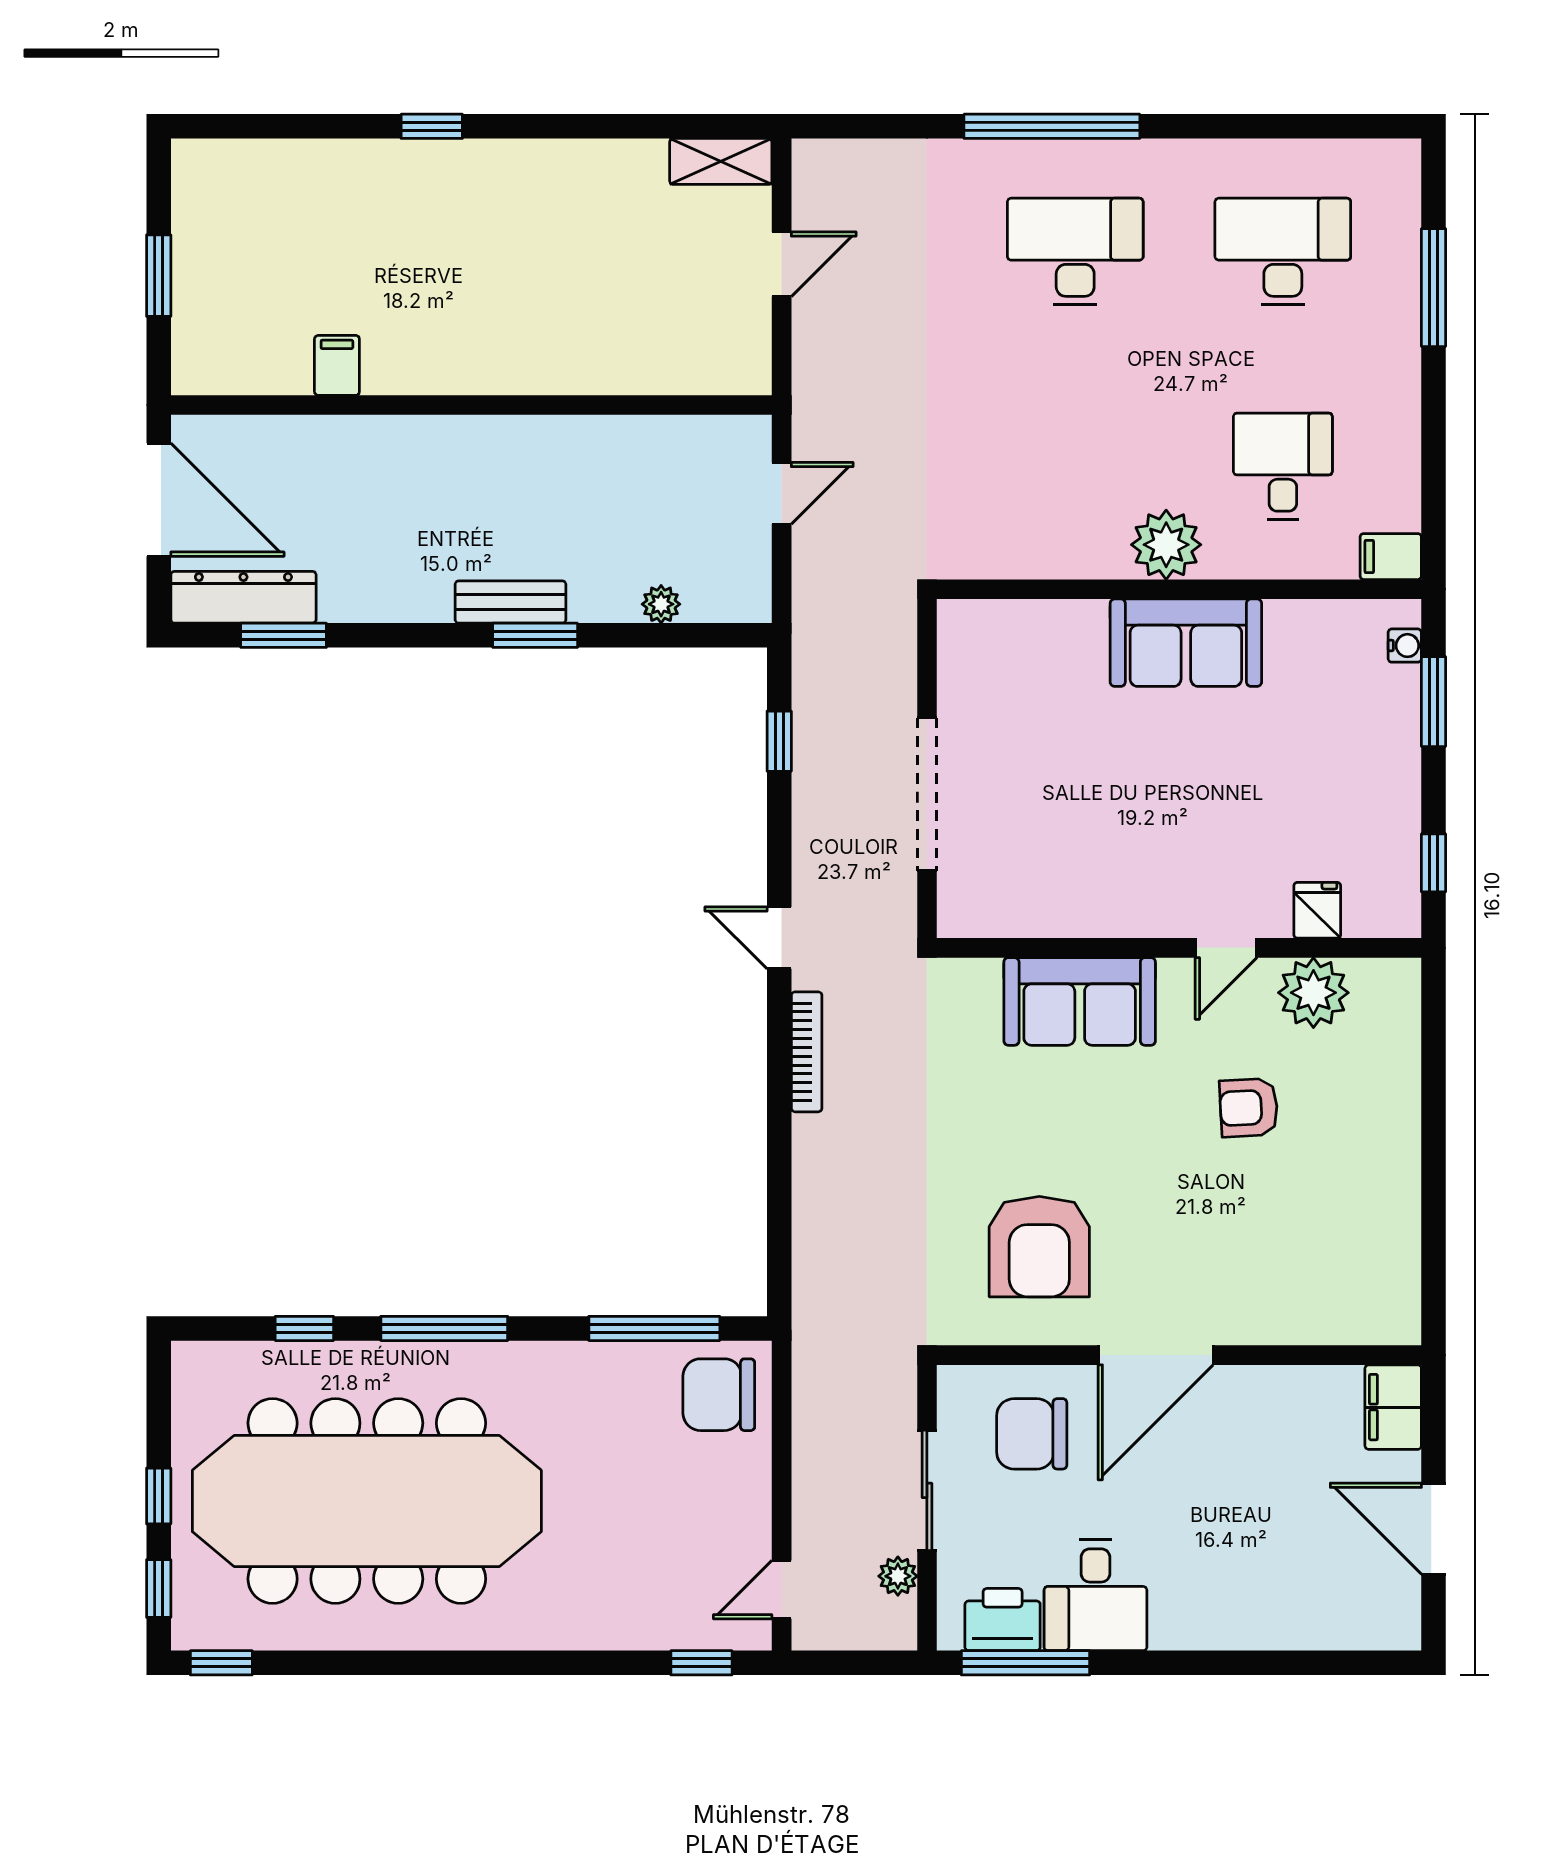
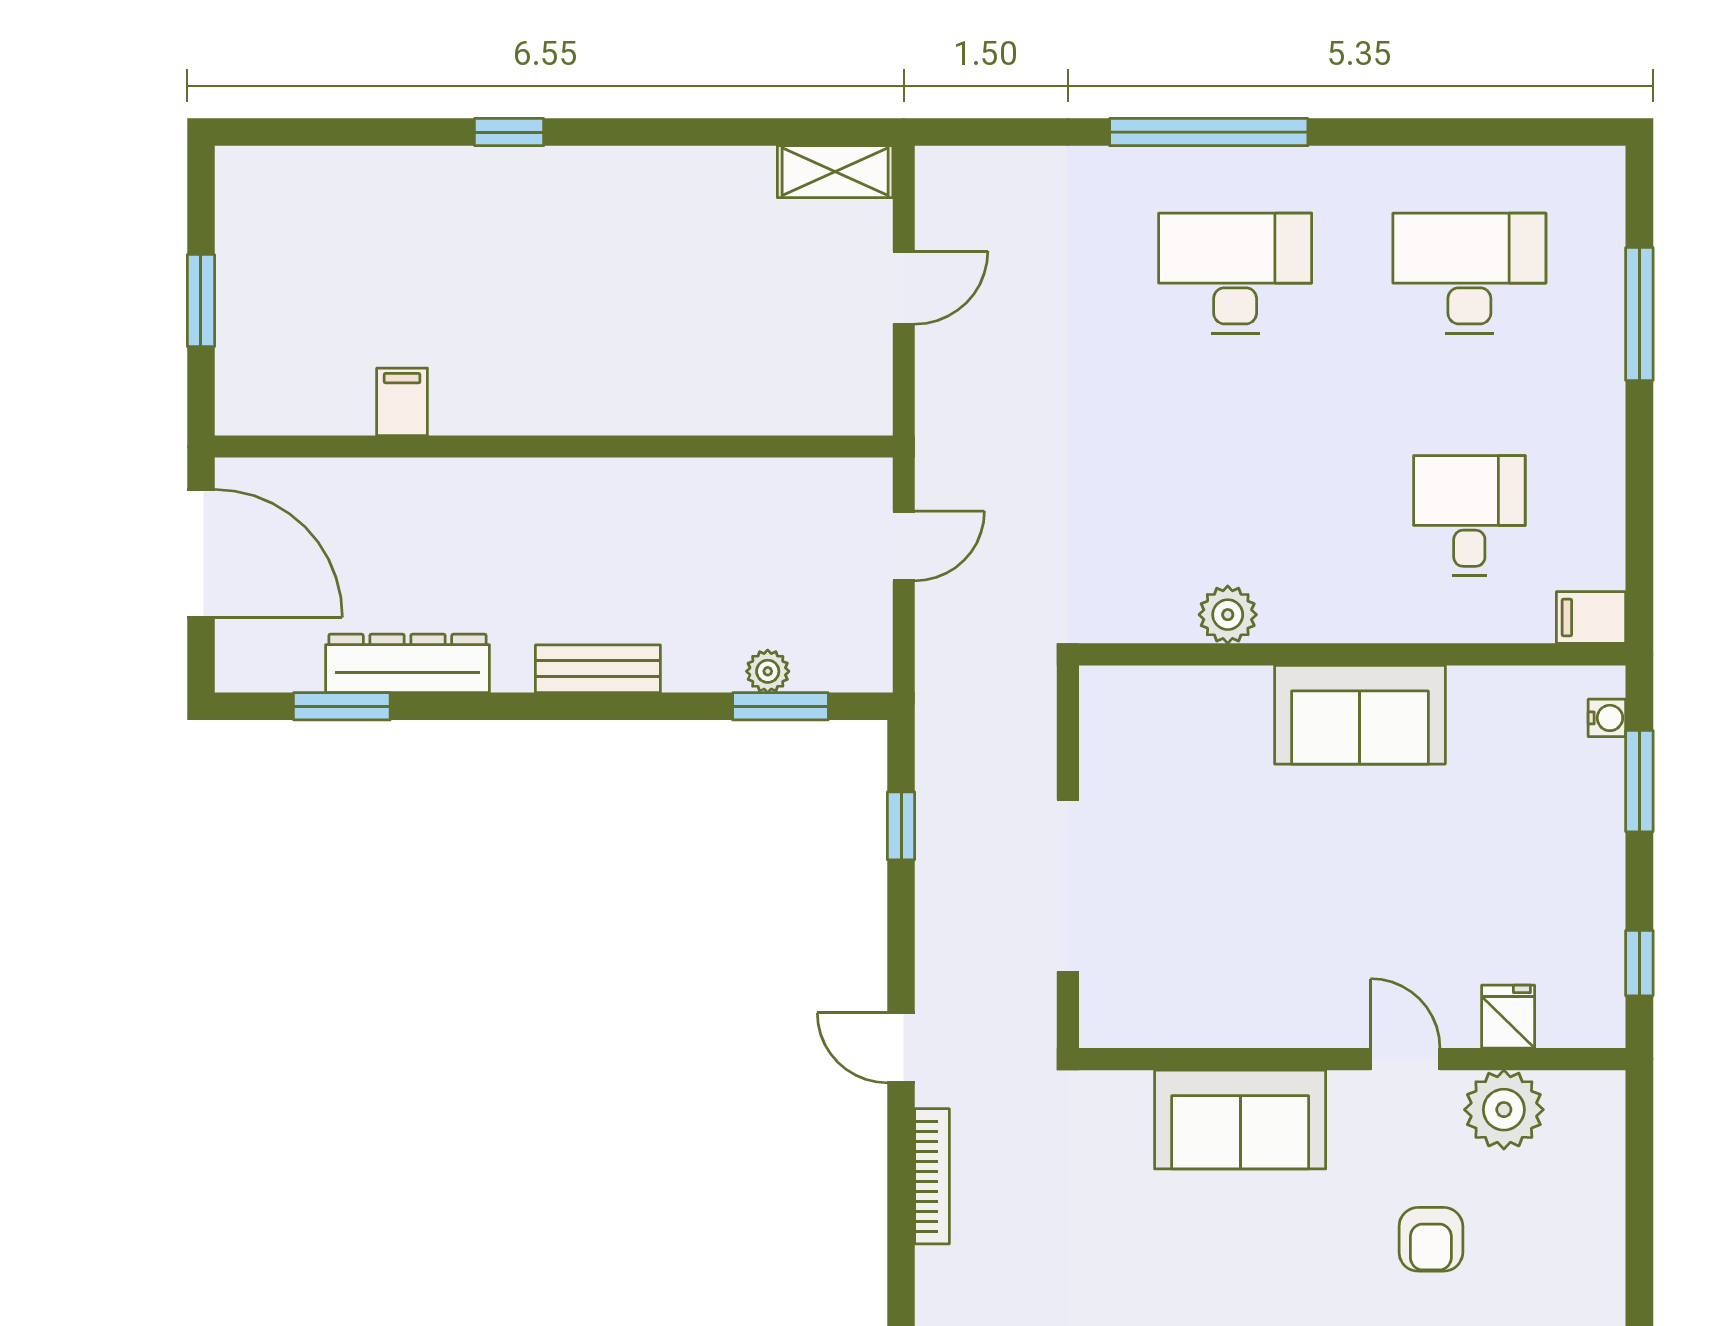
plant: (1166, 545) -> (1228, 615), moved, width x0.73, depth x0.73
dresser: (243, 597) -> (407, 663), moved
window: (535, 635) -> (780, 706), moved
door: (1226, 948) -> (1405, 1059), swing flipped
armchair: (1249, 1108) -> (1431, 1239), turned -87

